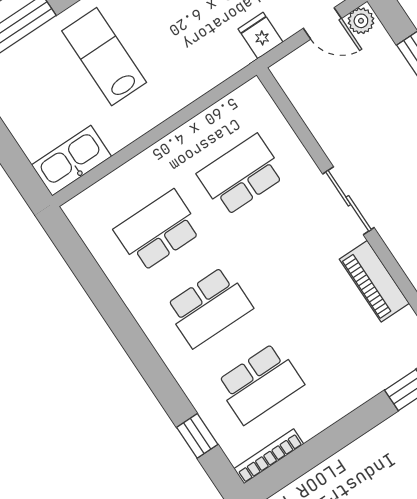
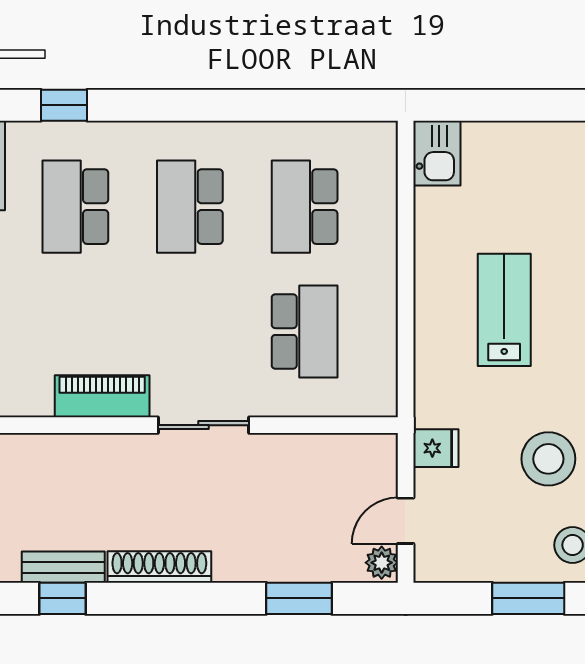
lab bench: (104, 57) -> (504, 310), moved, turned -90
kitchen sink: (71, 161) -> (437, 153), width x0.73
school desk: (158, 231) -> (305, 207), turned 180

